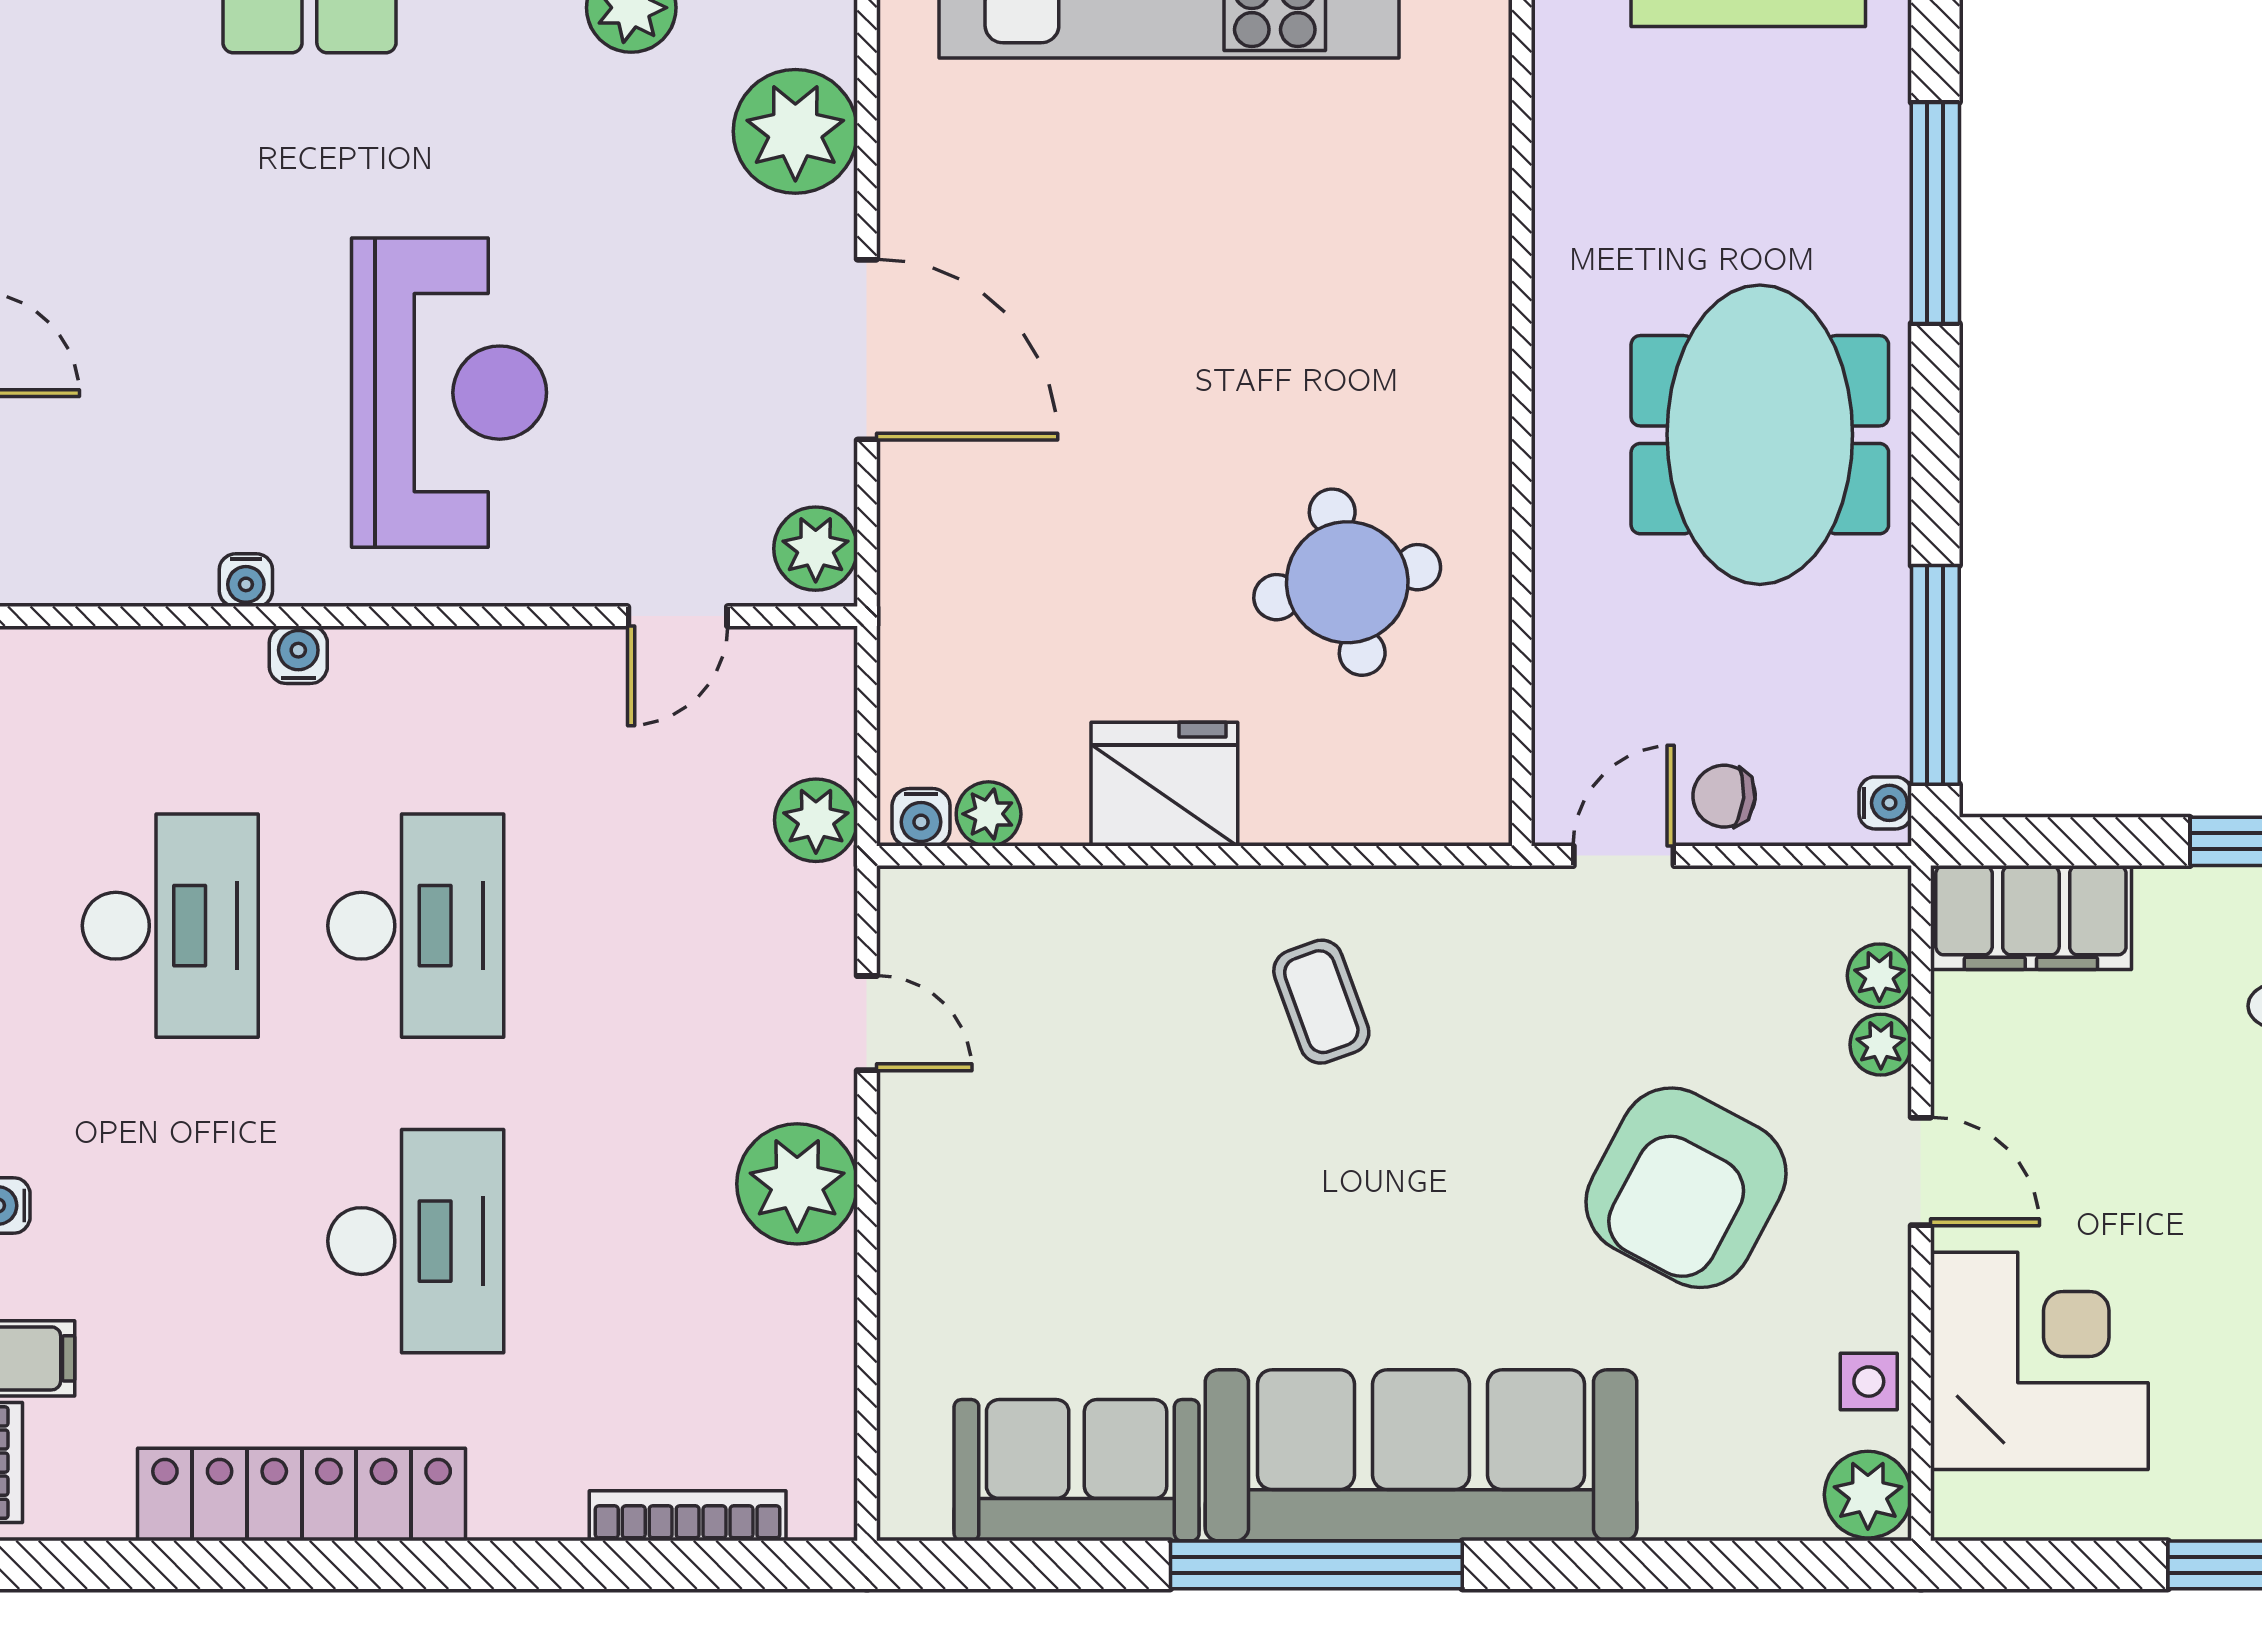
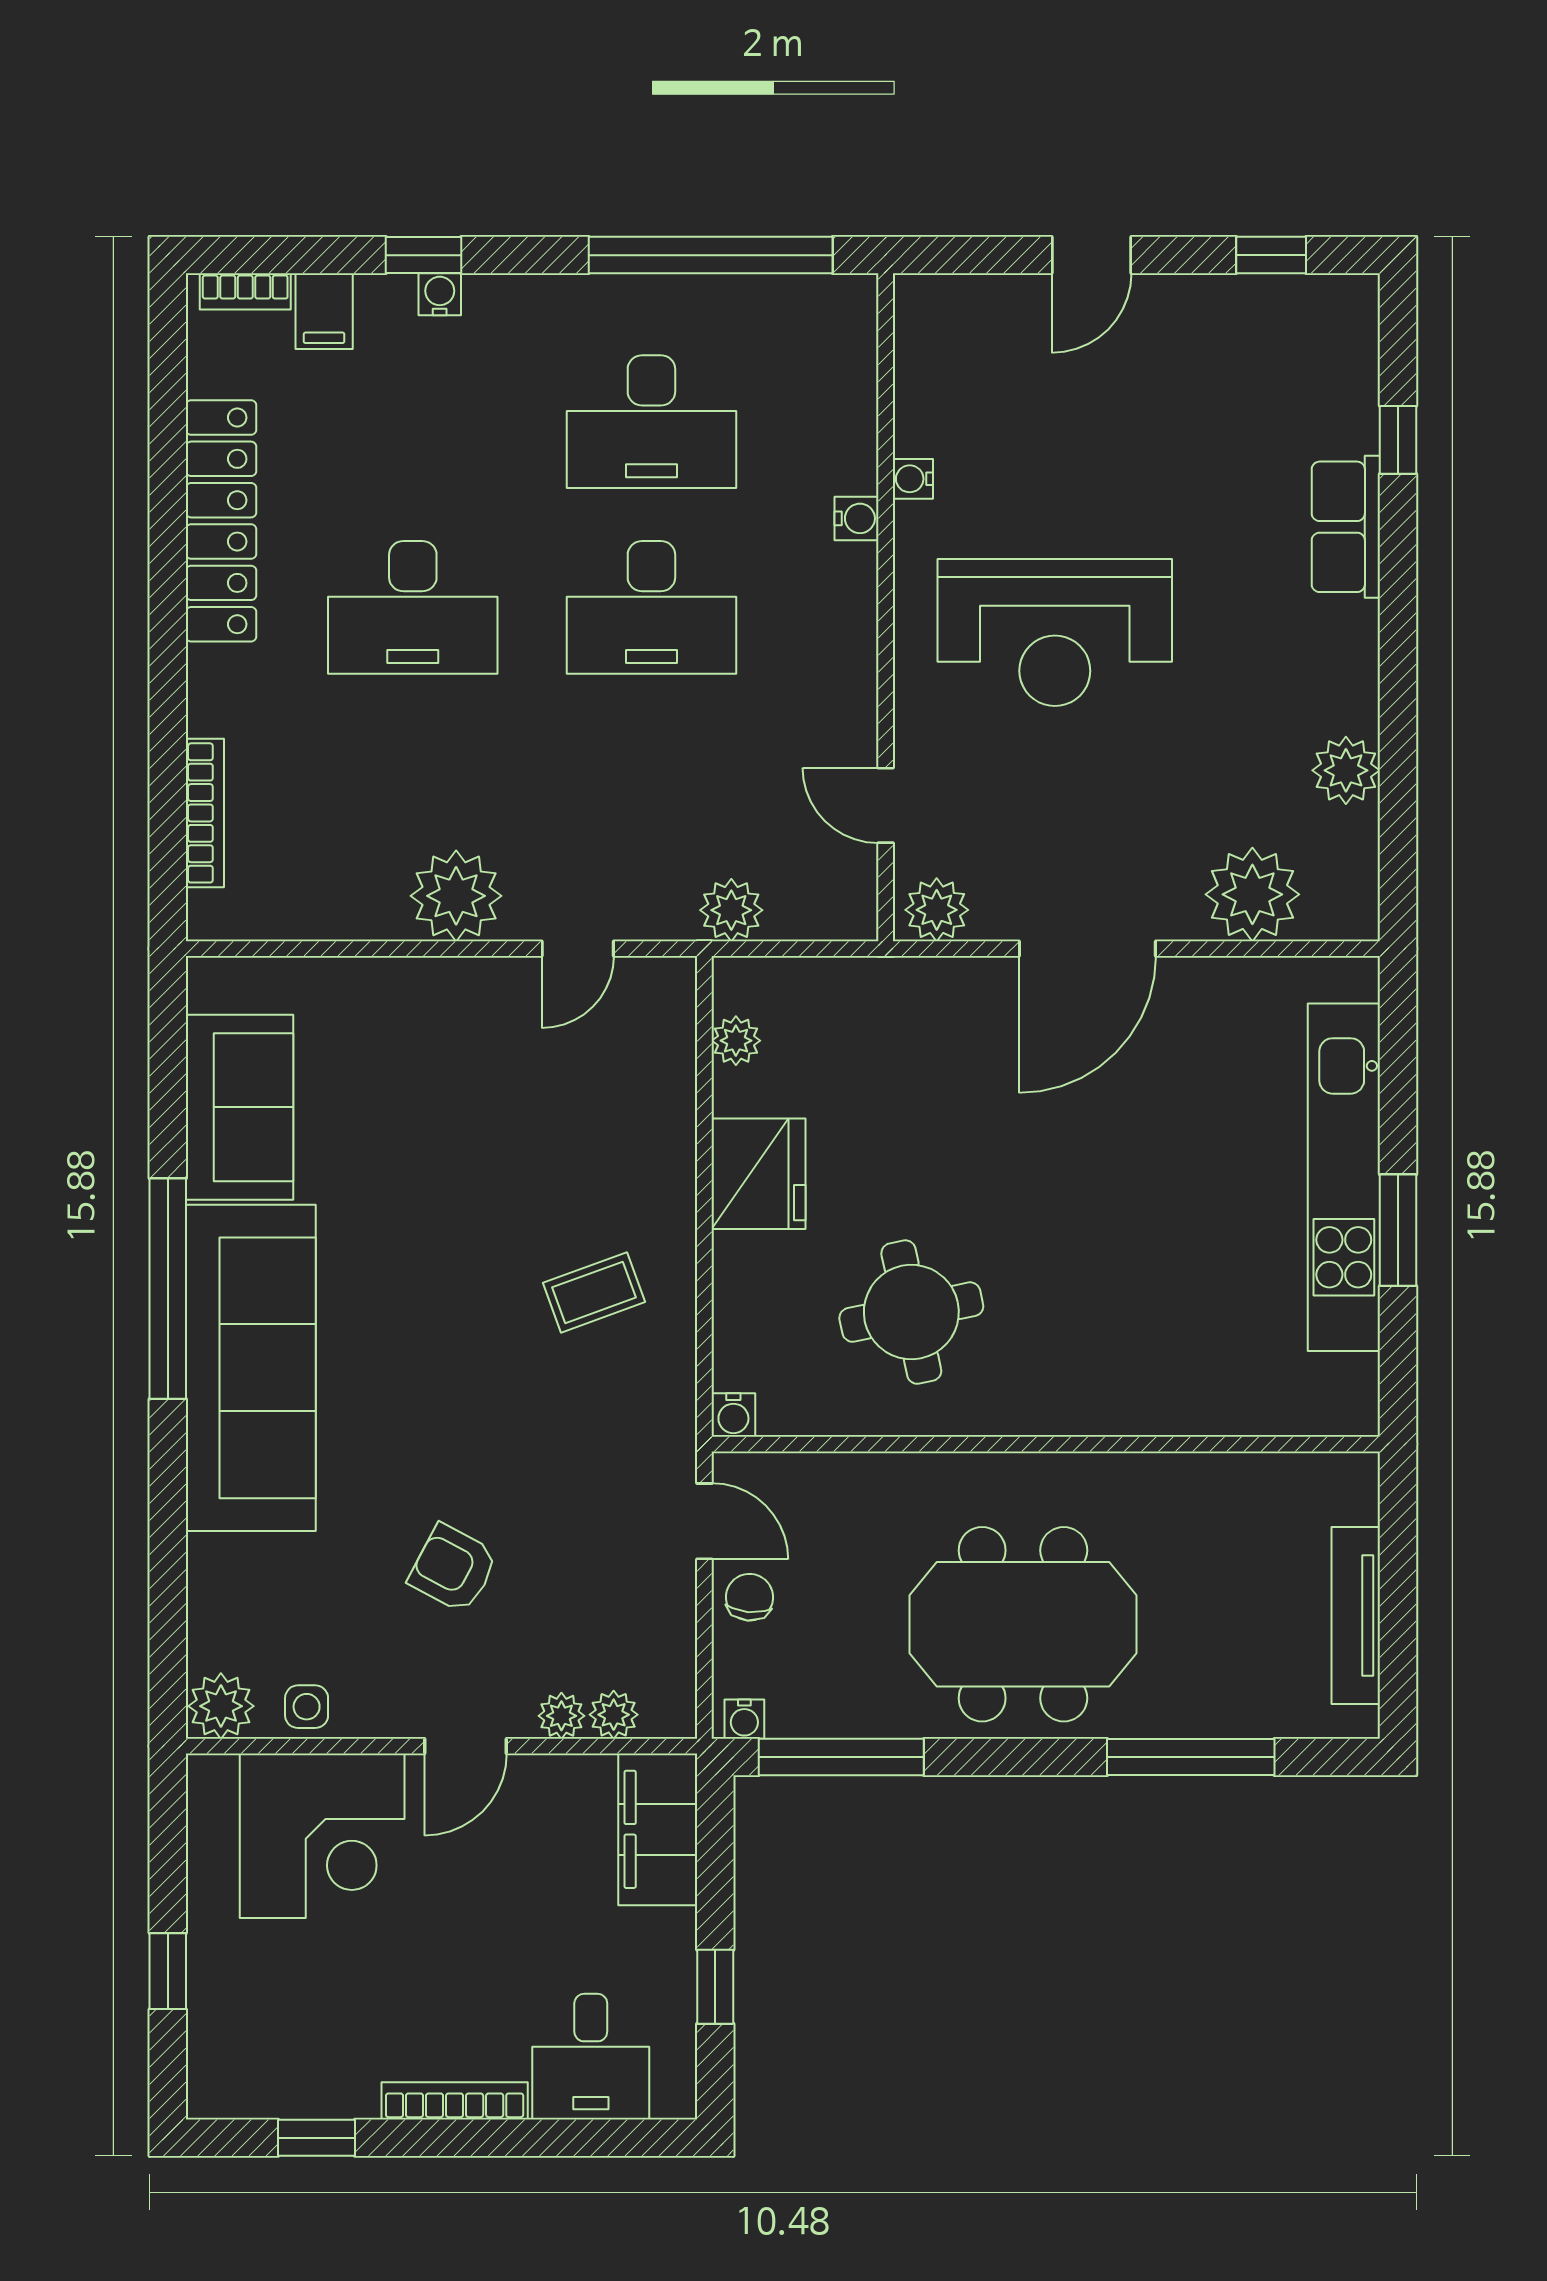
water cooler: (921, 817) -> (733, 1415), moved, turned -90
armchair: (1686, 1188) -> (453, 1568), width x0.53, depth x0.53

